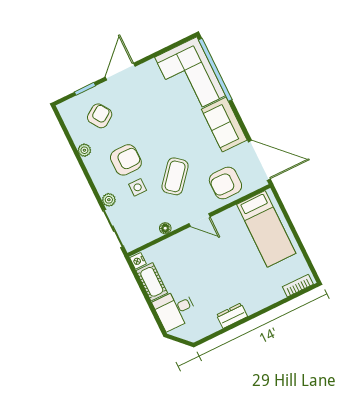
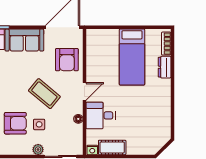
armchair: (126, 160) -> (15, 123), turned 90
bed: (266, 229) -> (132, 57), moved, turned 90
desk: (175, 310) -> (101, 115), moved, turned 90
dresser: (232, 316) -> (165, 67), moved

